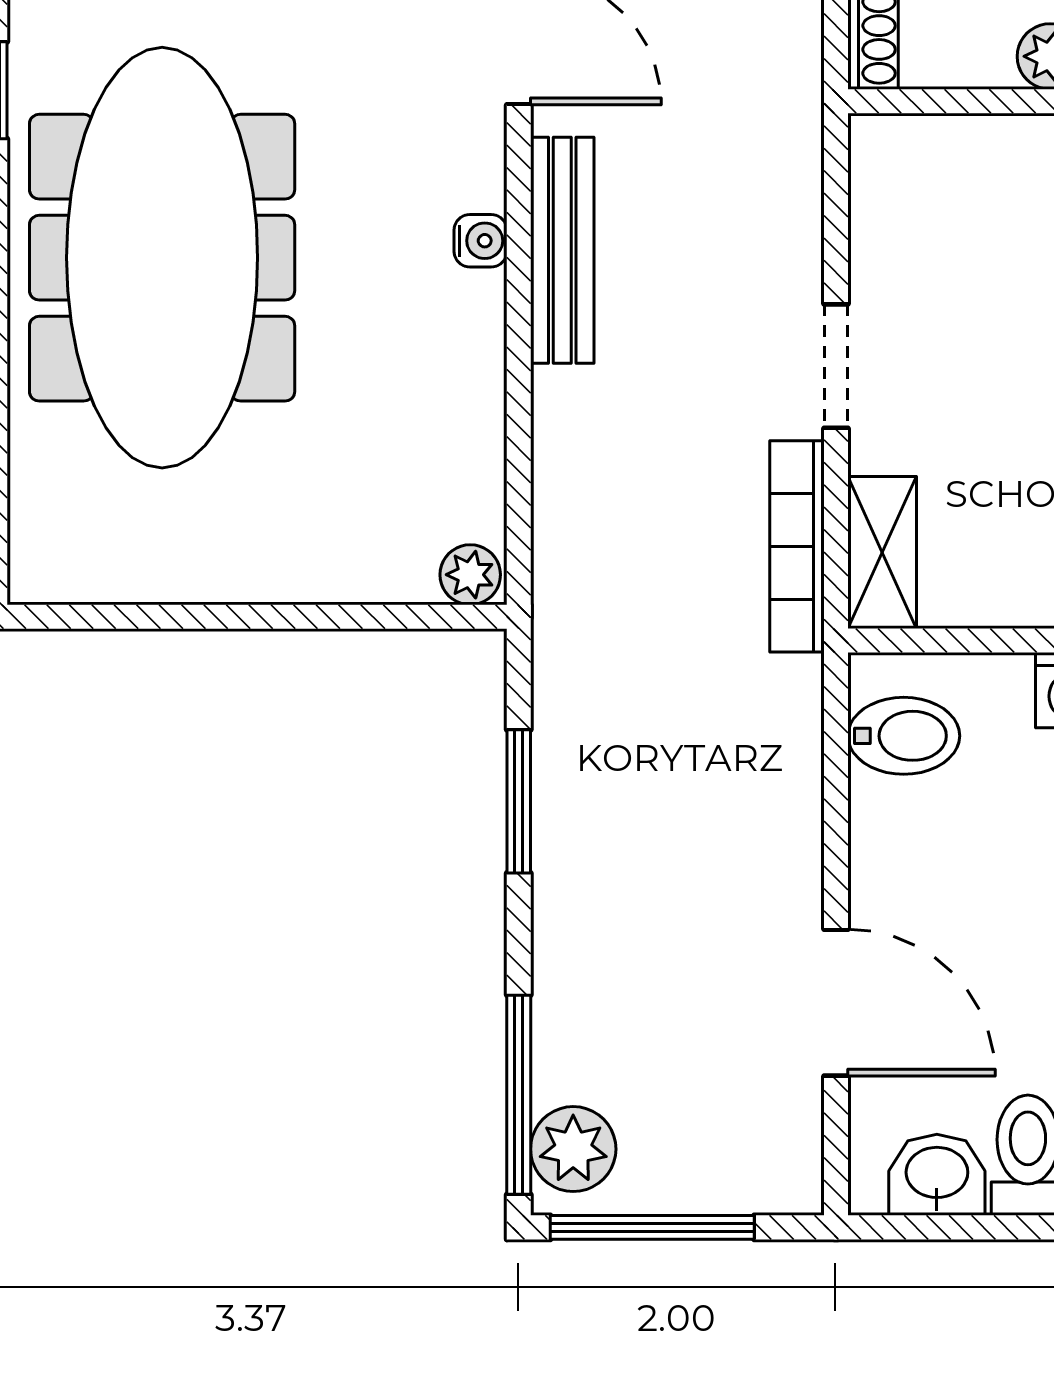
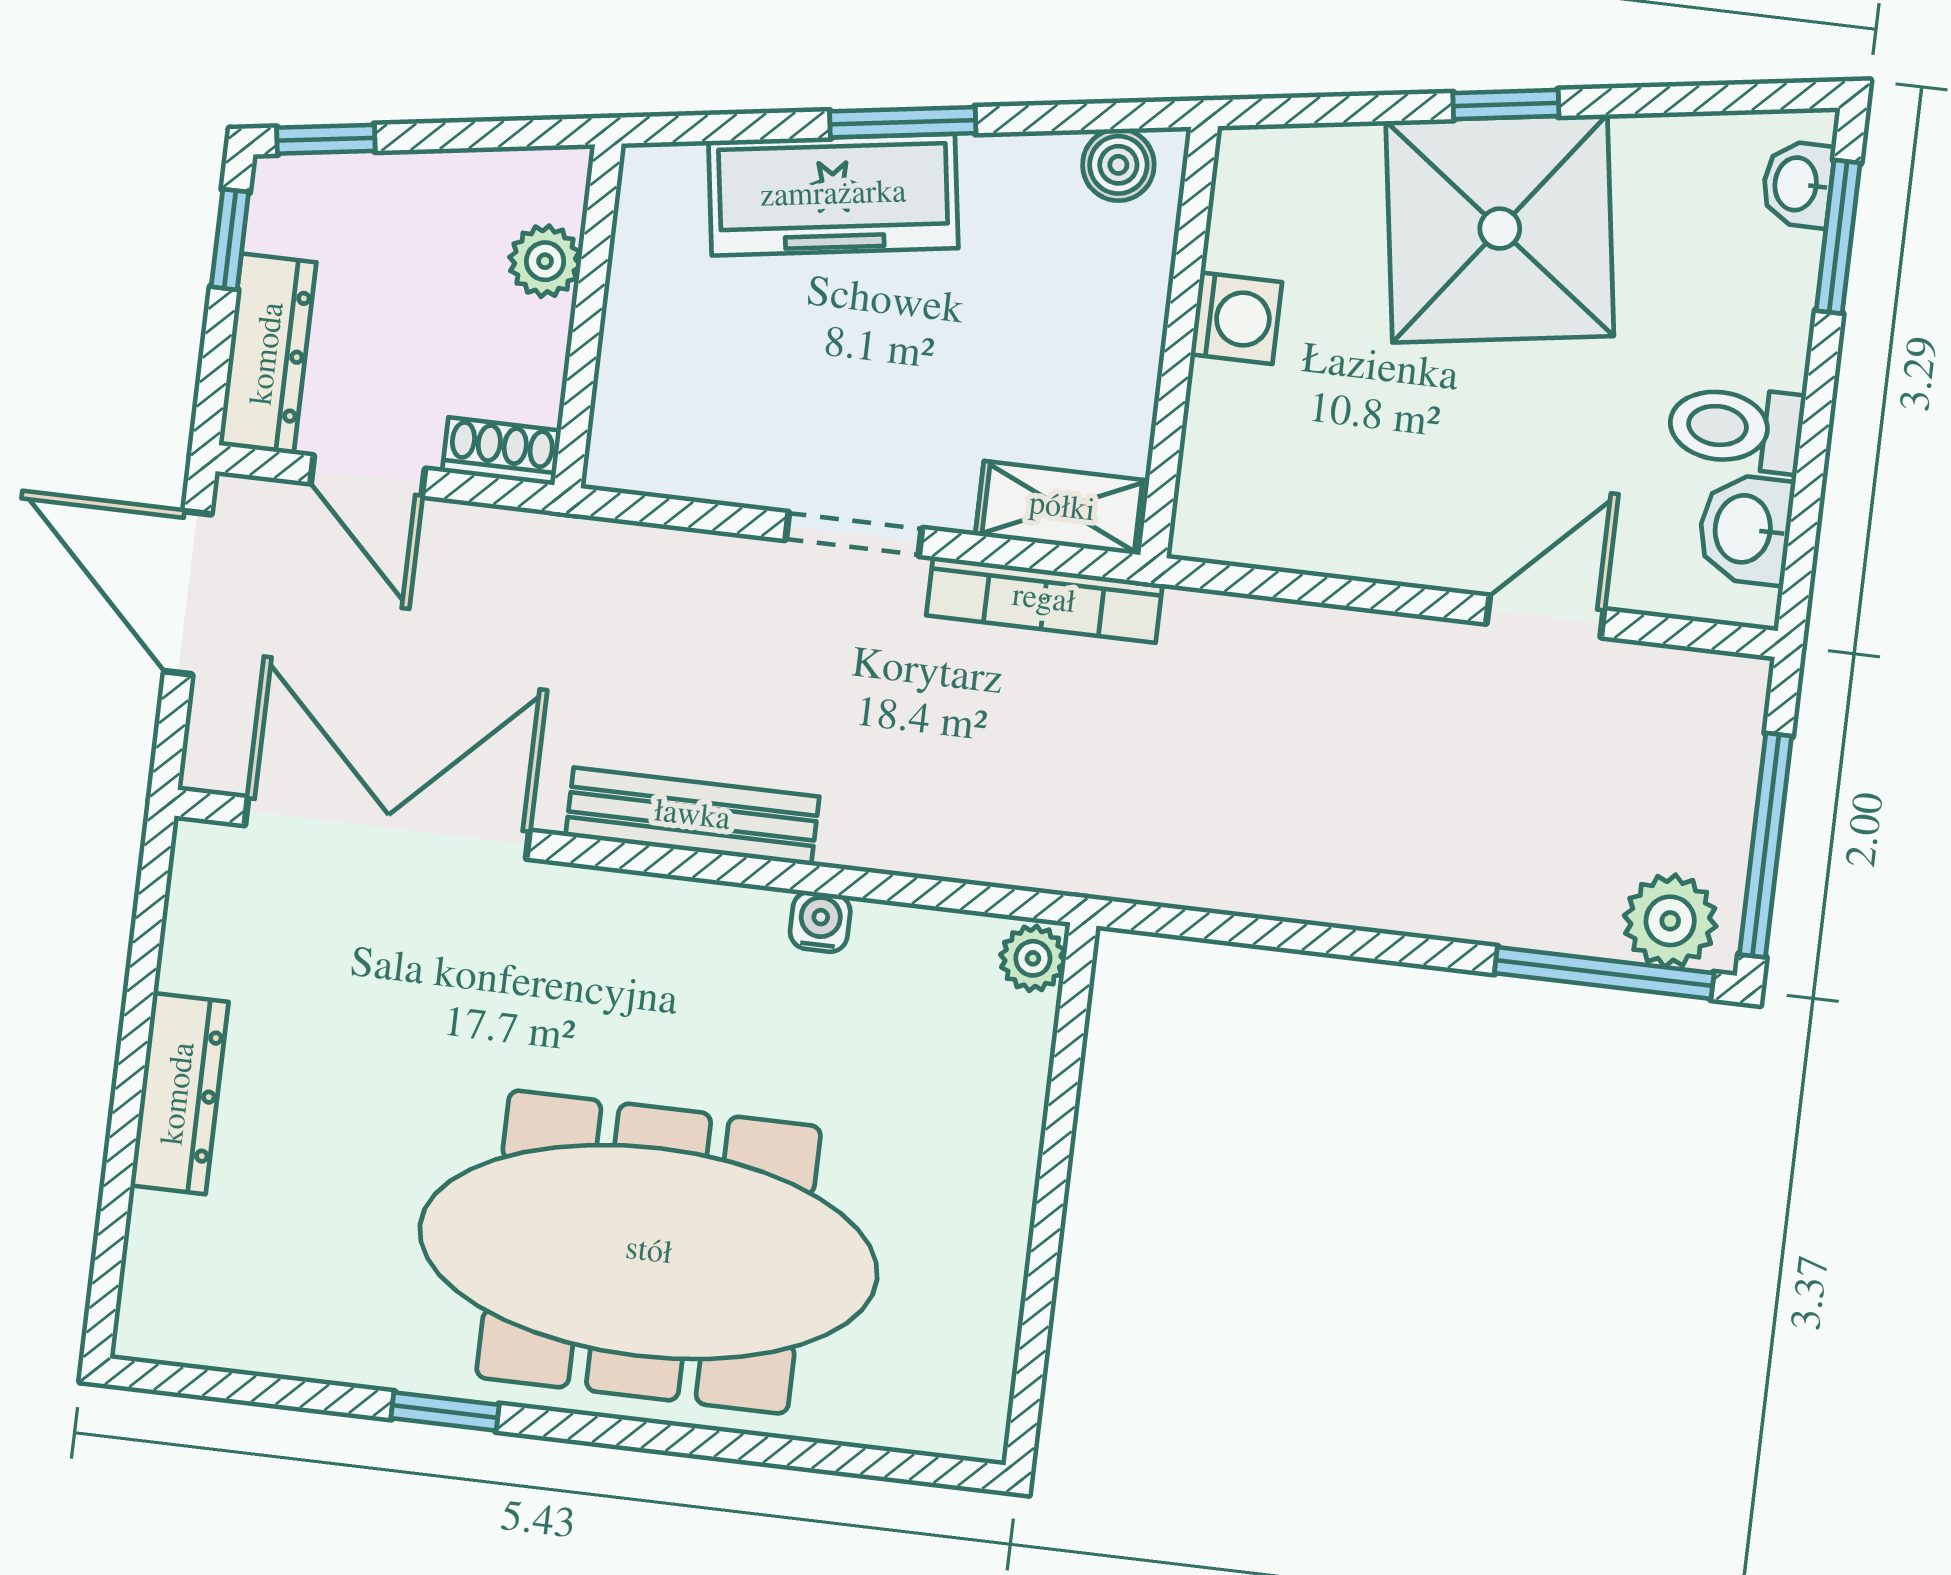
water cooler: (481, 241) -> (820, 922), moved
bidet: (904, 736) -> (1264, 508), removed
window: (519, 801) -> (1285, 935), removed
door: (836, 1003) -> (1545, 616), width x0.73

